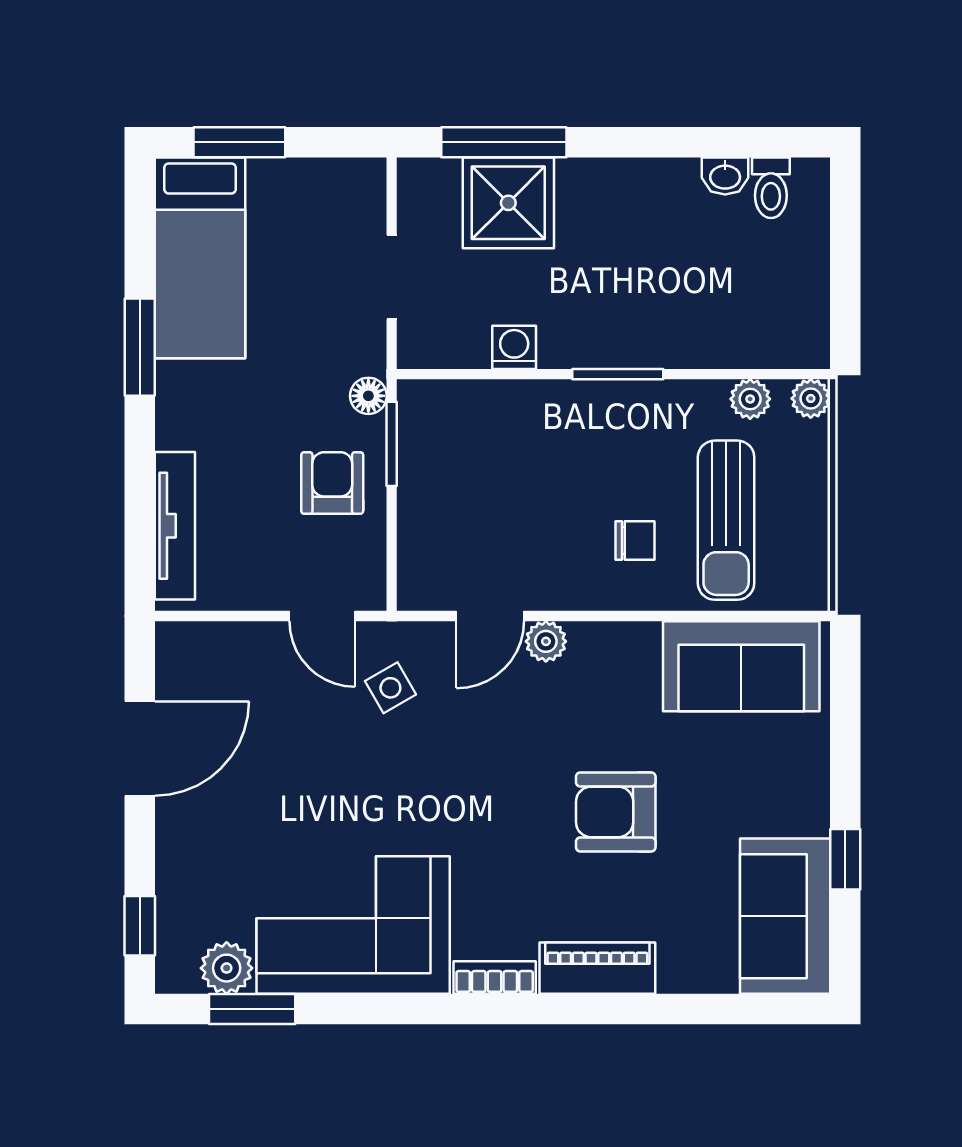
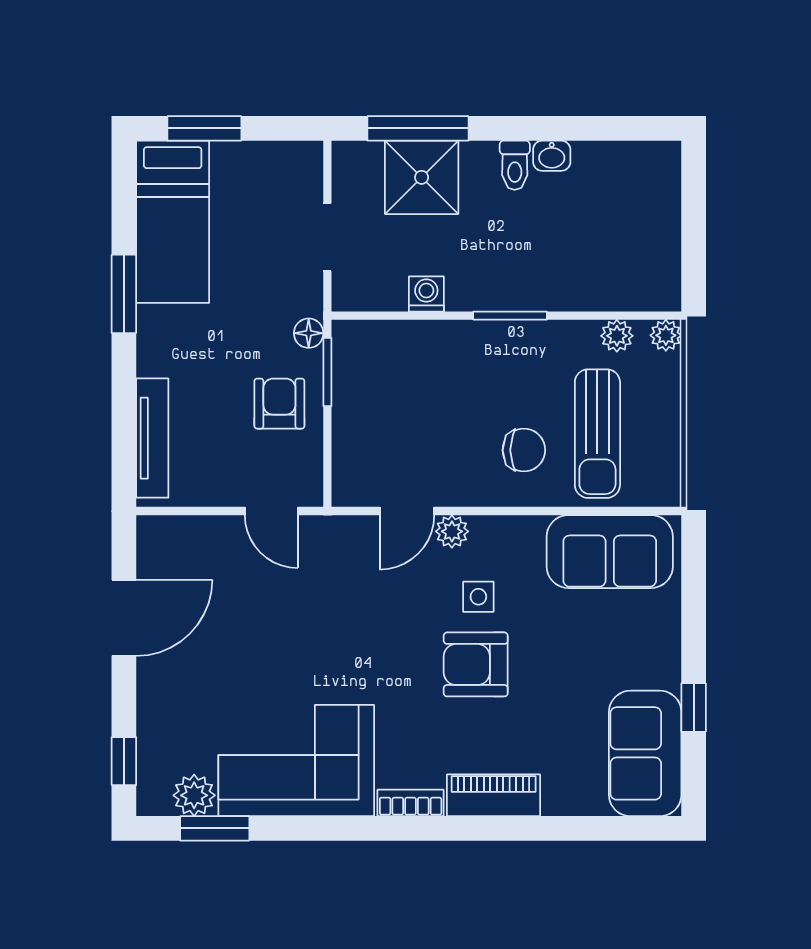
washbasin: (725, 176) -> (552, 156), moved
toilet: (771, 188) -> (515, 165), moved
chair: (635, 540) -> (524, 450), width x1.37, depth x1.37
side table: (390, 688) -> (478, 597), moved, turned 30
armchair: (616, 812) -> (476, 664), moved

